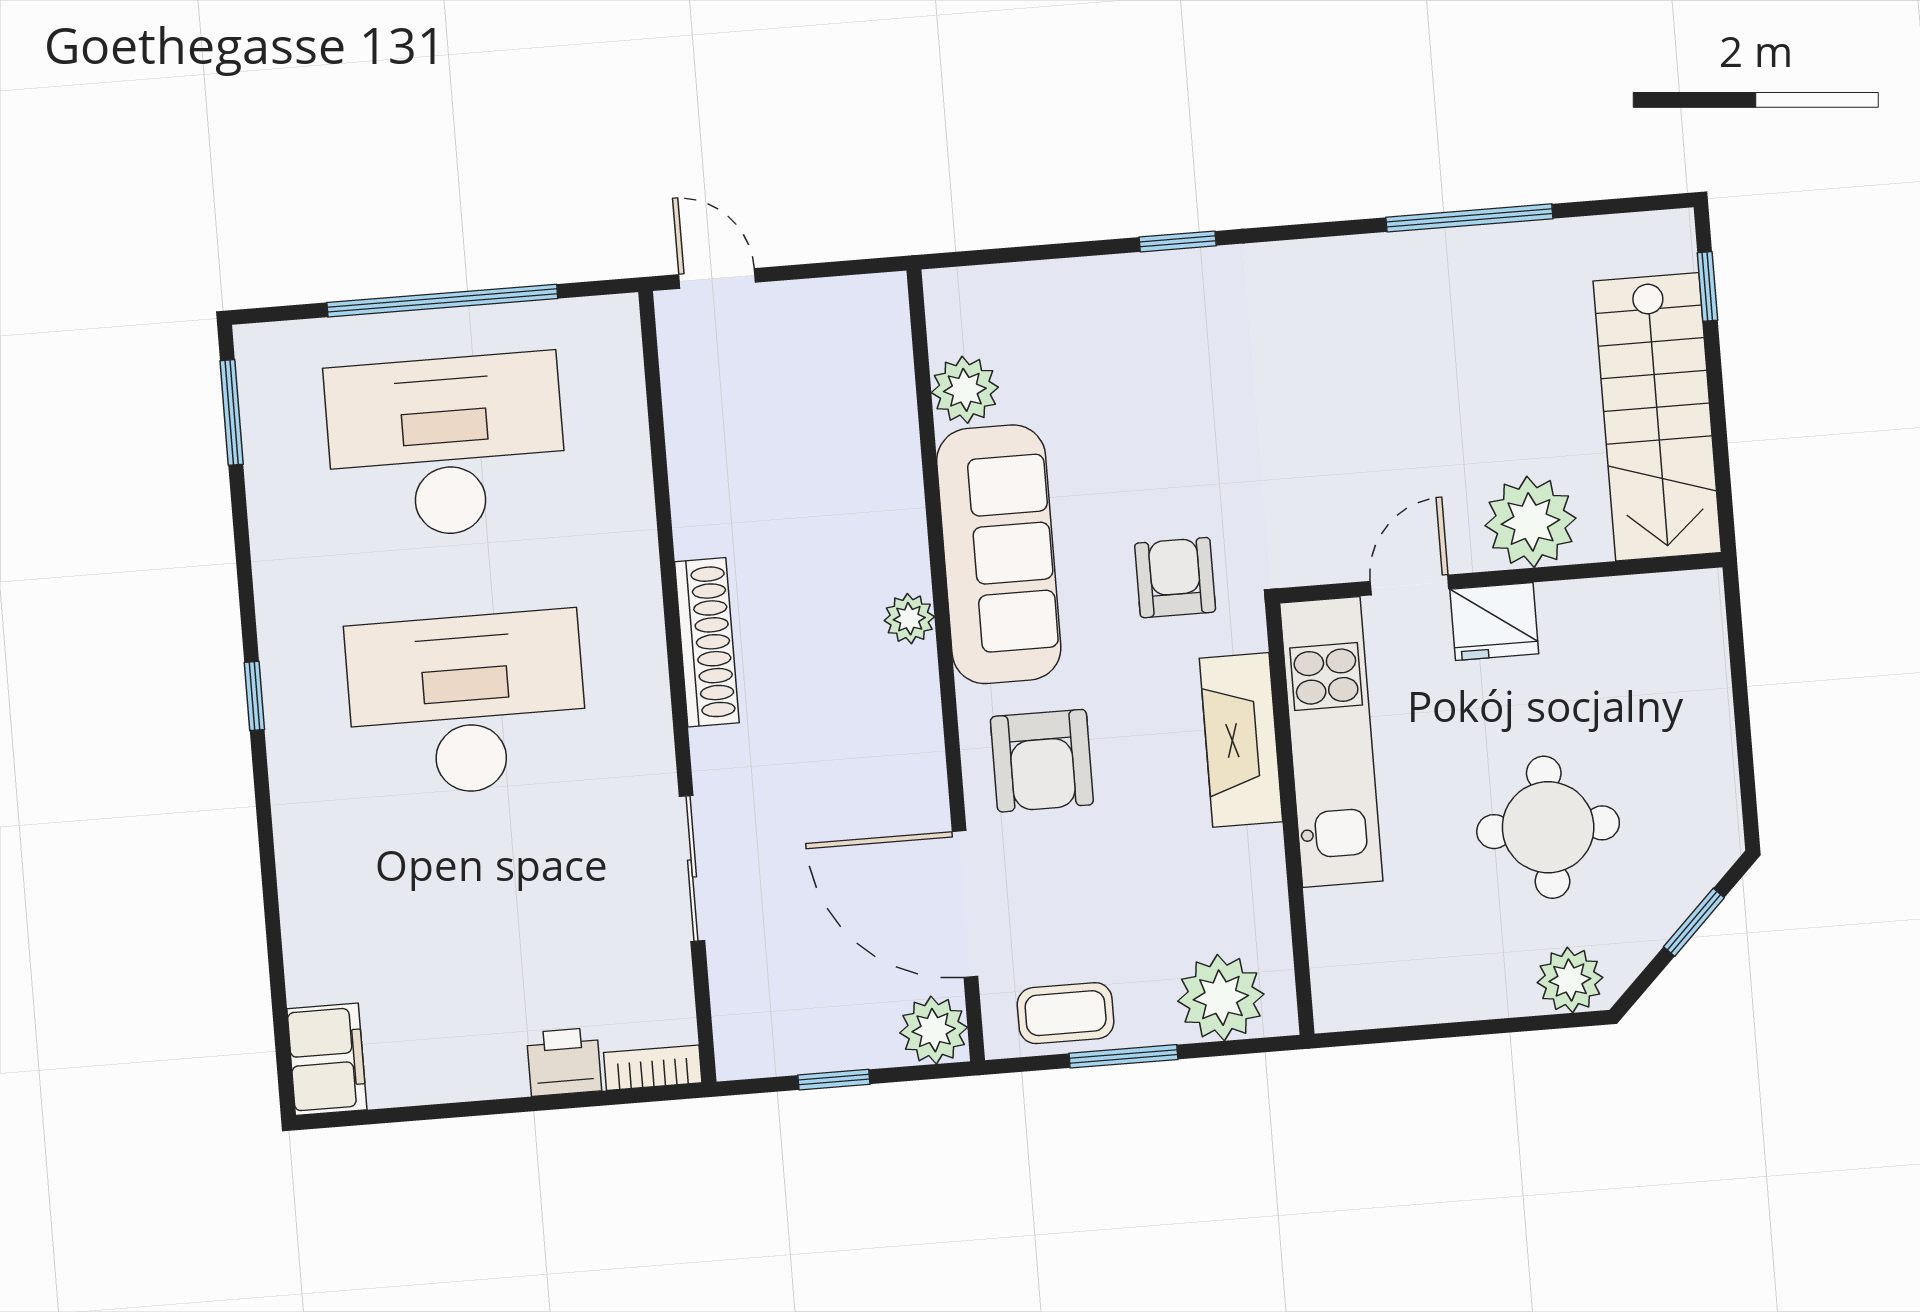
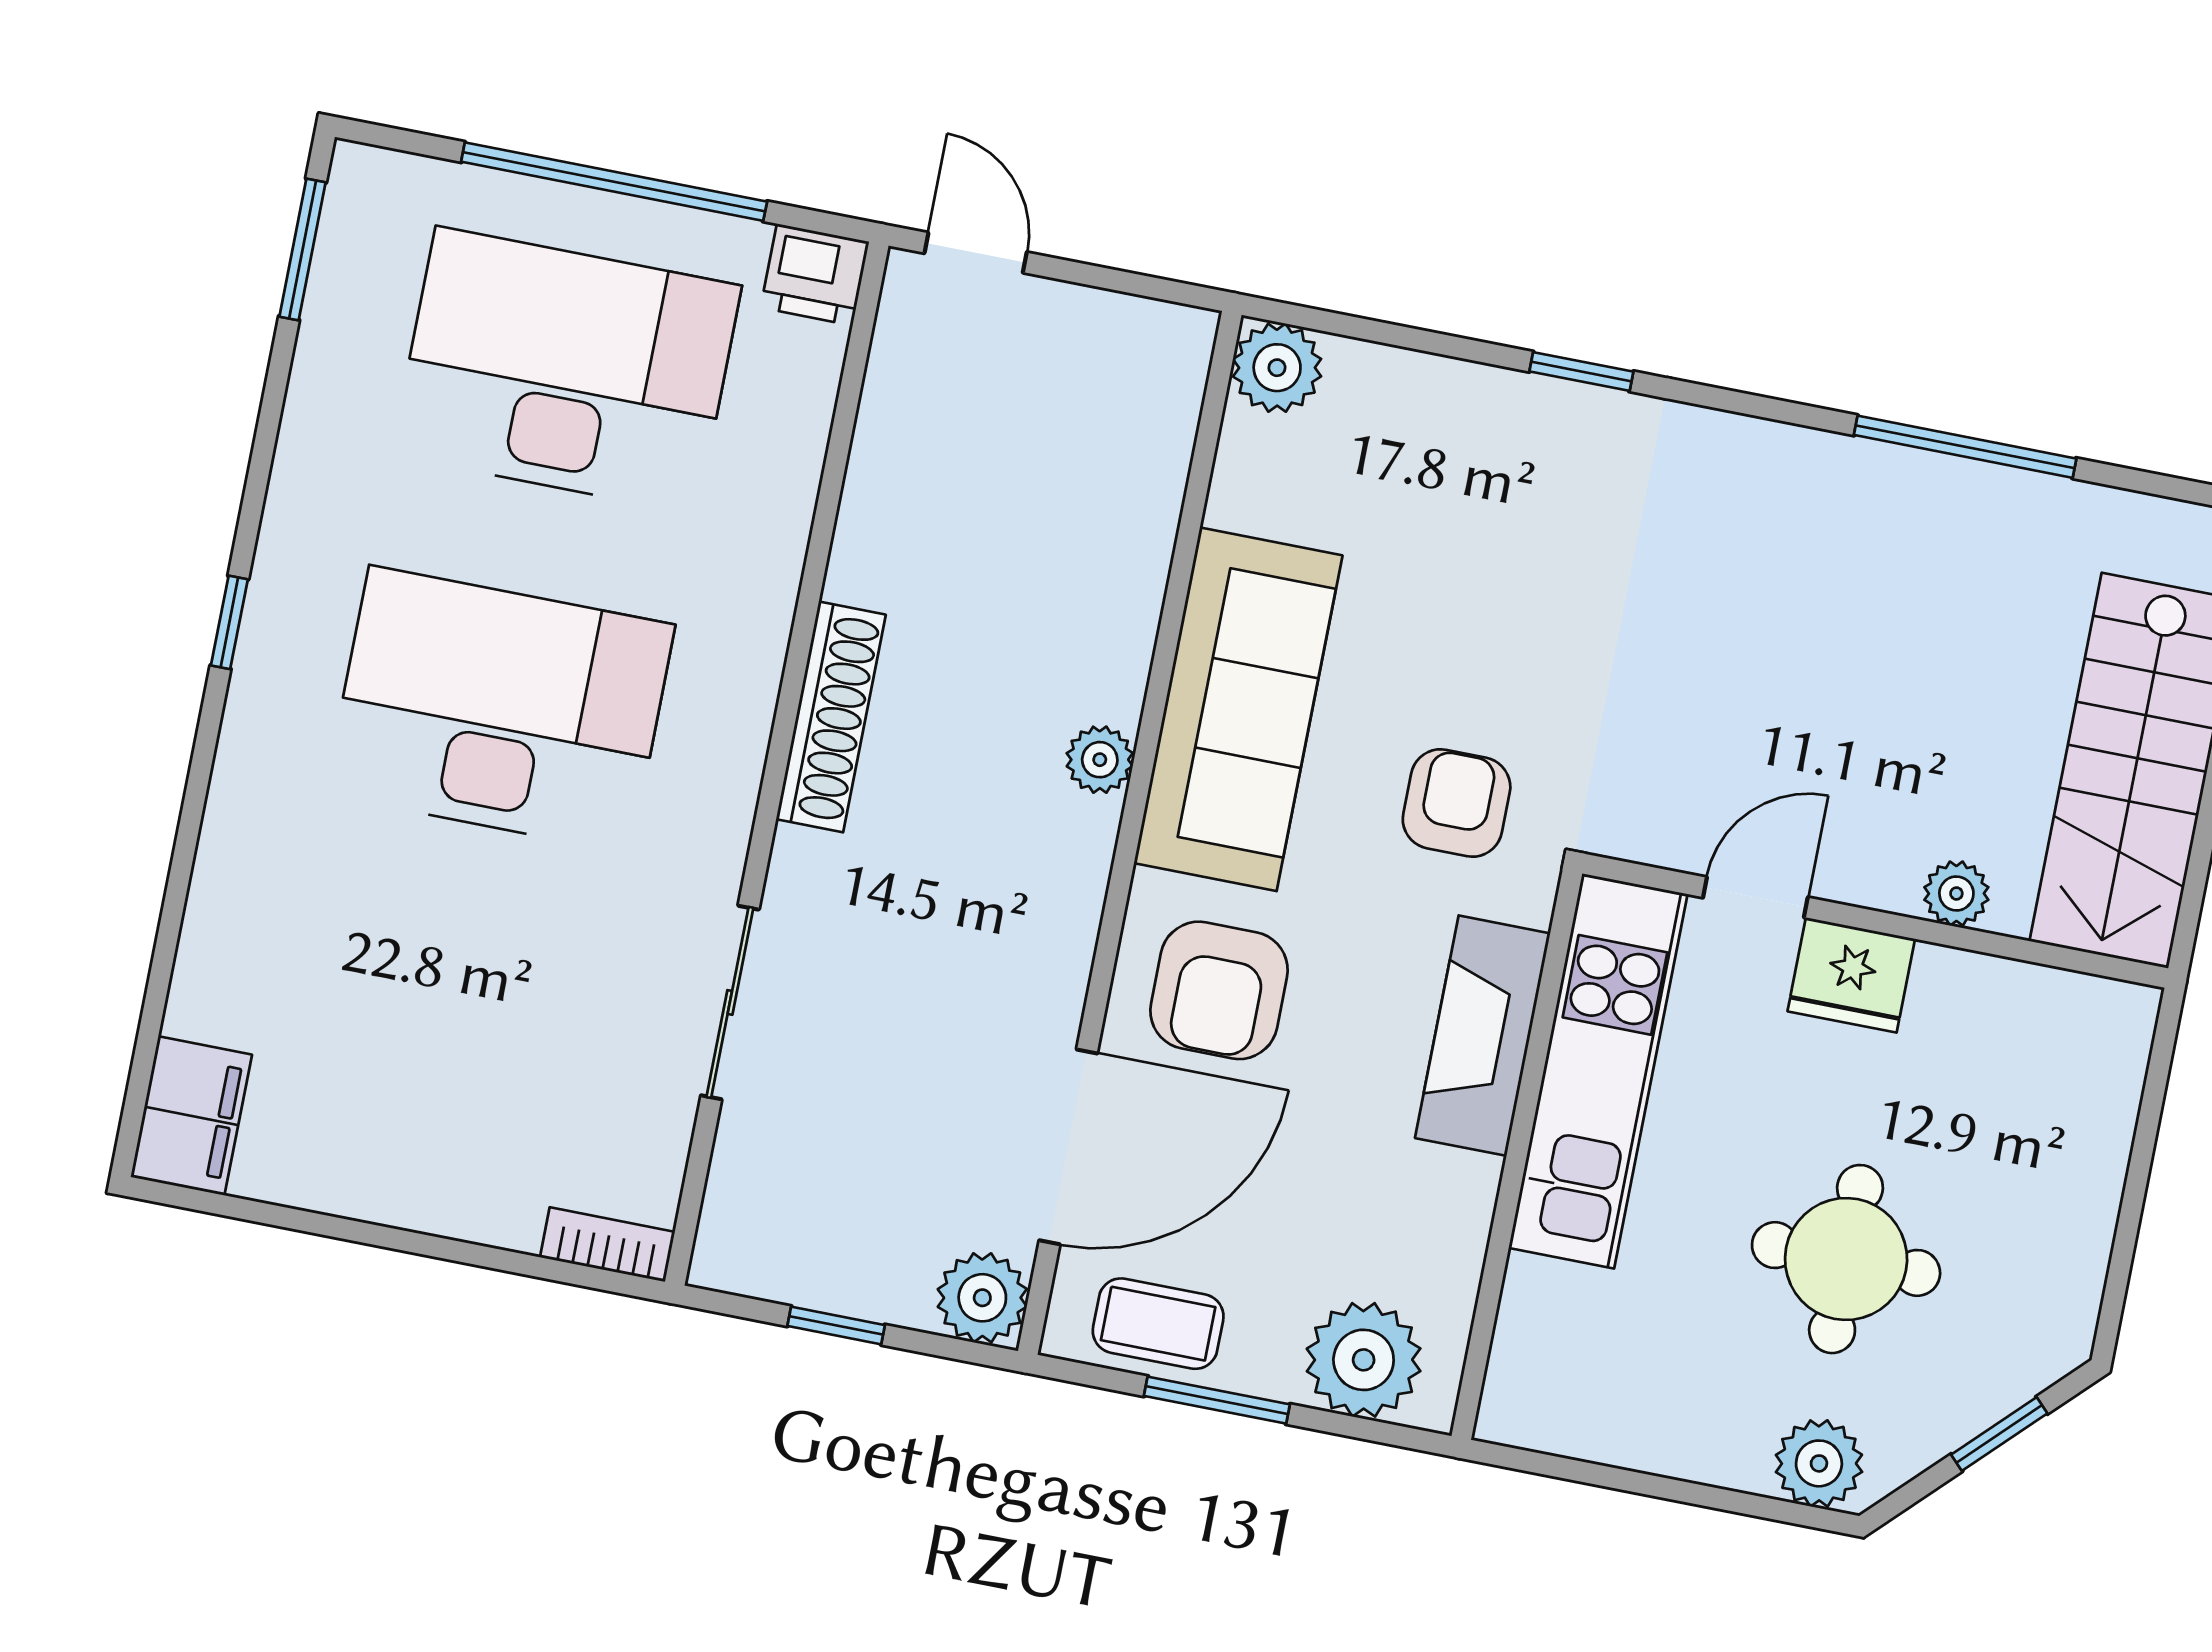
plant: (965, 390) -> (1277, 368), moved
plant: (1531, 522) -> (1956, 893), width x0.53, depth x0.53
door: (965, 904) -> (1068, 1147), swing flipped
printer: (564, 1062) -> (815, 275), moved, turned 180

